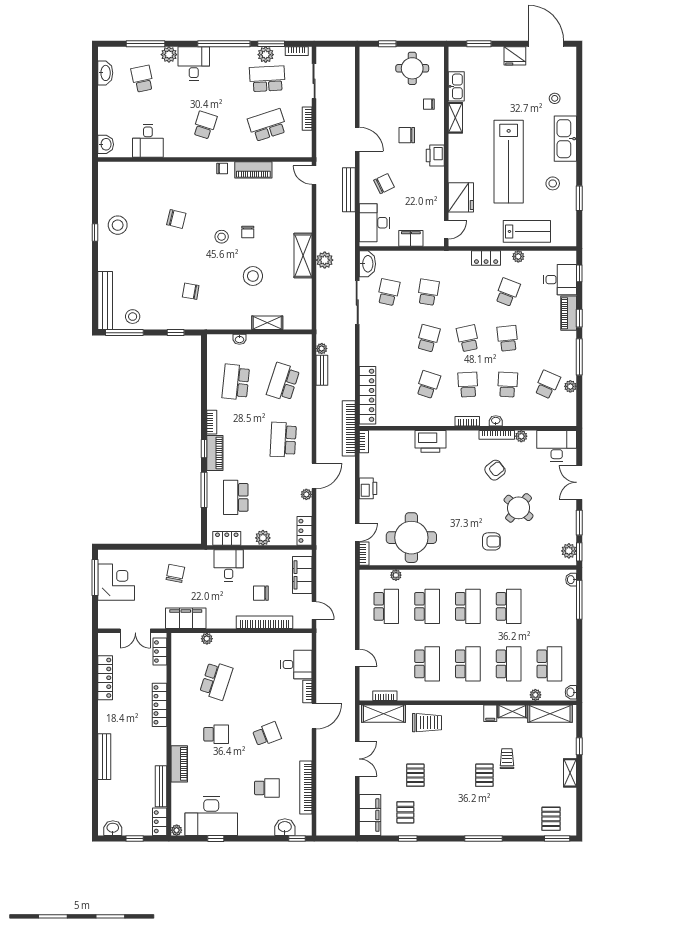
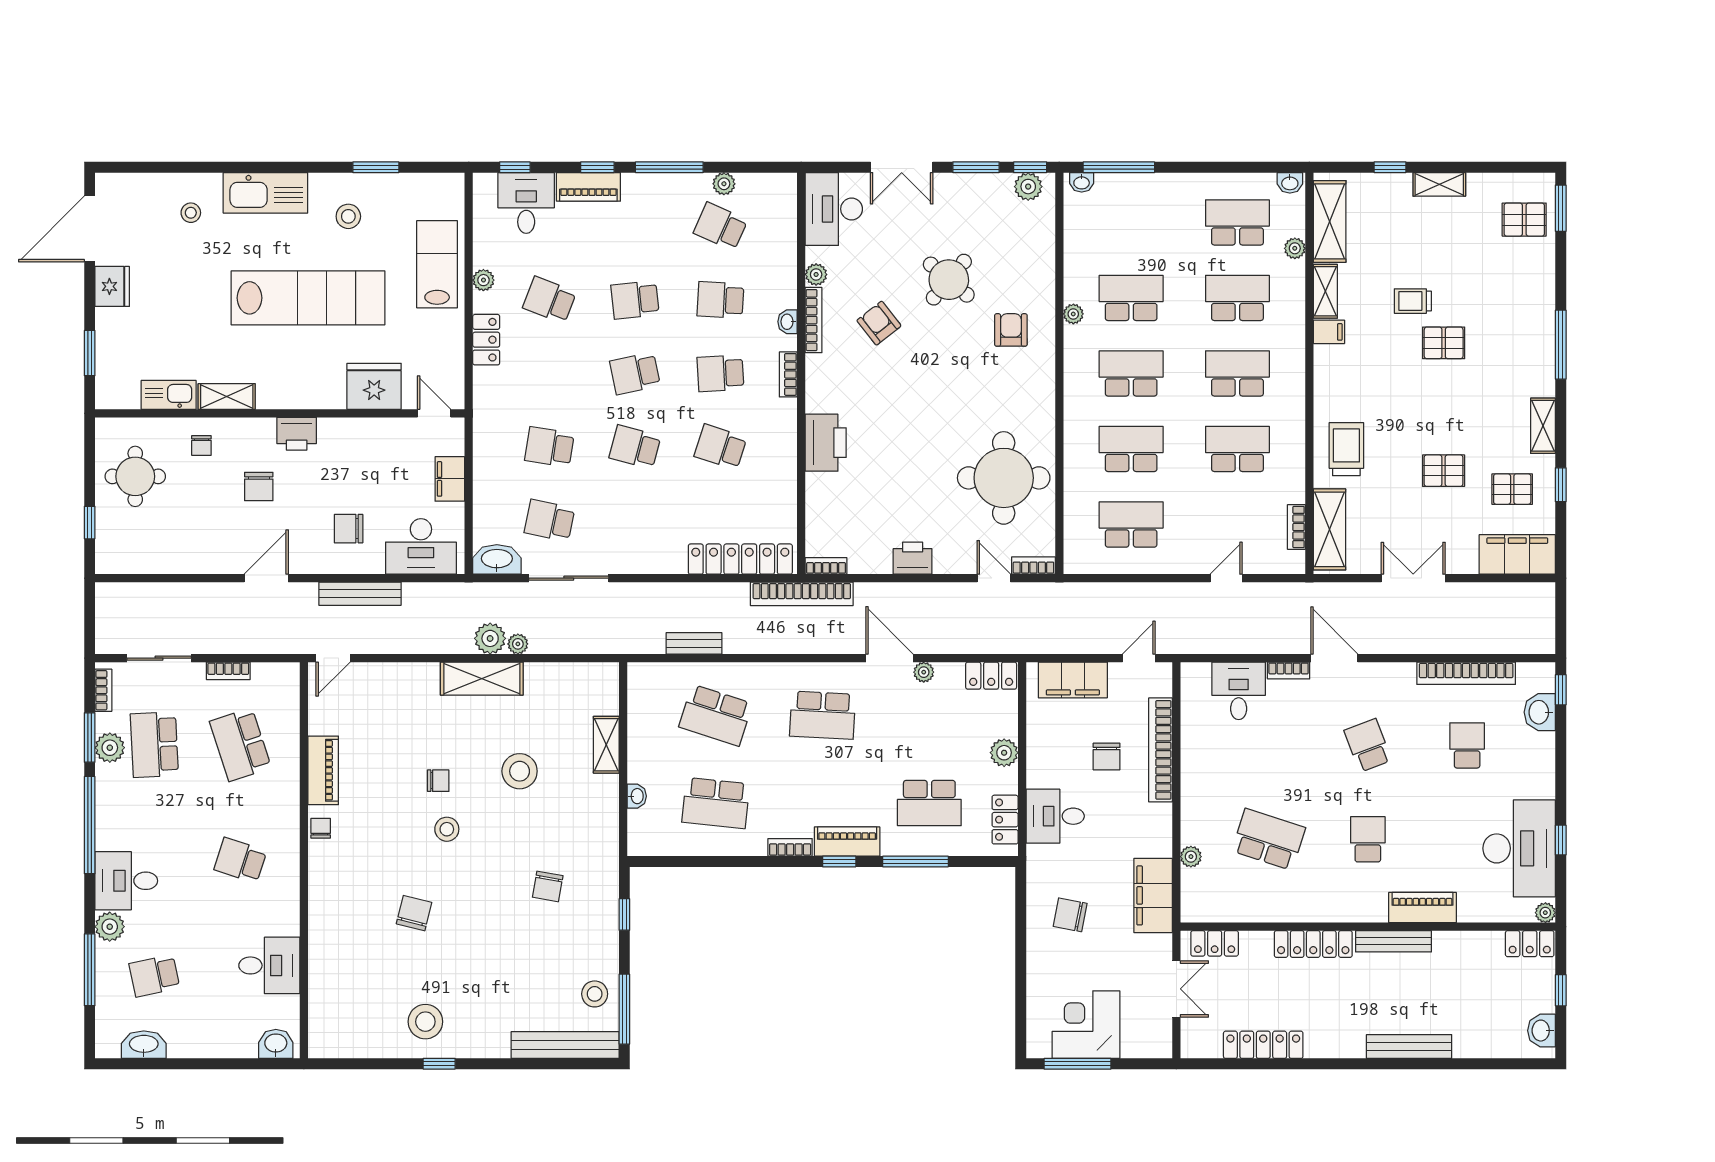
chair: (384, 184) -> (349, 529), turned -64
plant: (322, 349) -> (518, 644), moved
plant: (396, 575) -> (1073, 314), moved
bench: (161, 786) -> (1394, 941), moved
shelving: (440, 829) -> (1543, 426), added

